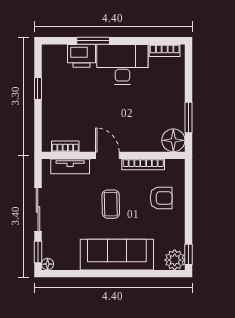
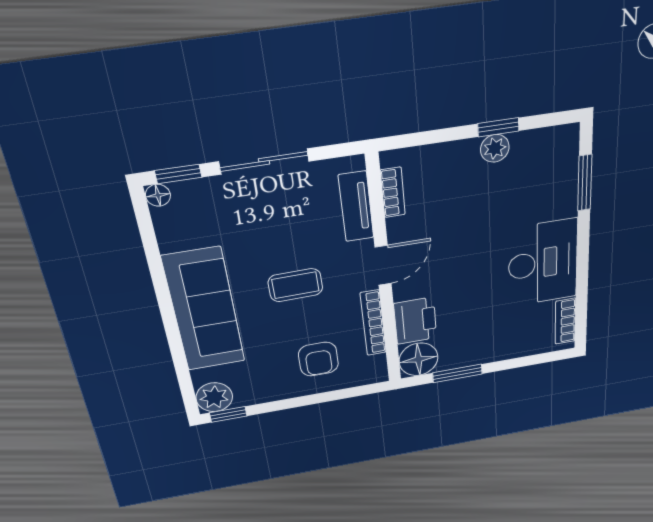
window: (93, 41) -> (585, 183), moved
printer: (82, 56) -> (415, 321), moved, turned 180
plant: (49, 91) -> (495, 148), added

